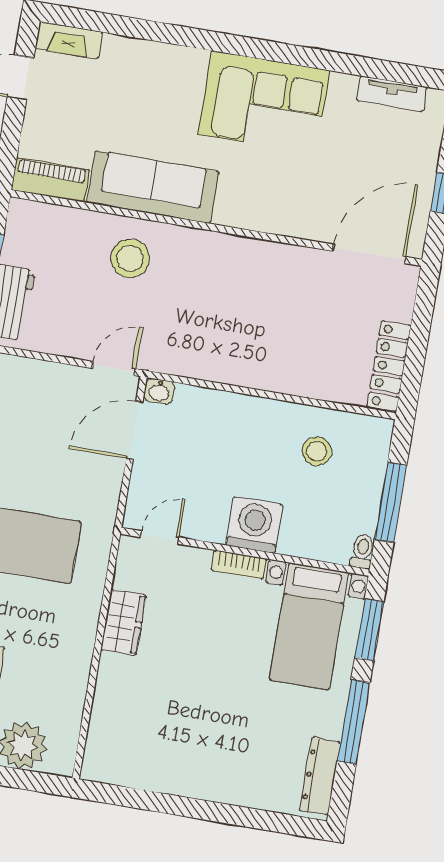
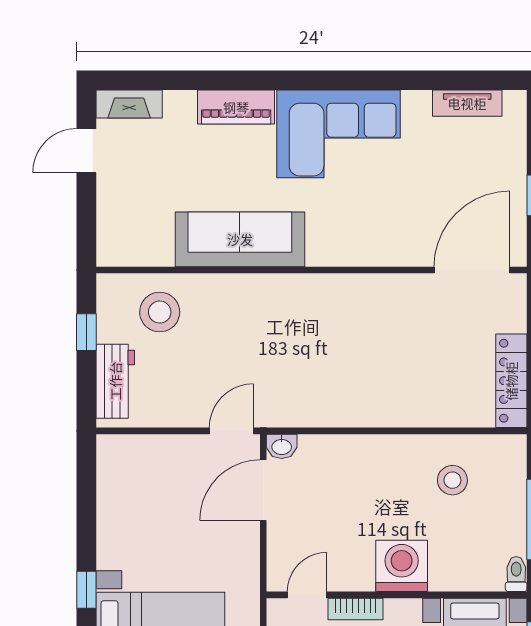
piano: (50, 180) -> (236, 107), moved, turned 180
stool: (130, 258) -> (160, 312), moved
bookcase: (239, 565) -> (355, 609), moved

